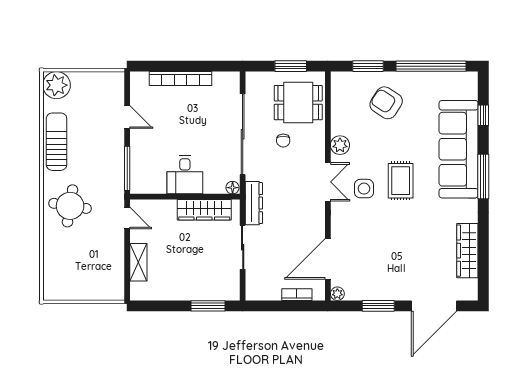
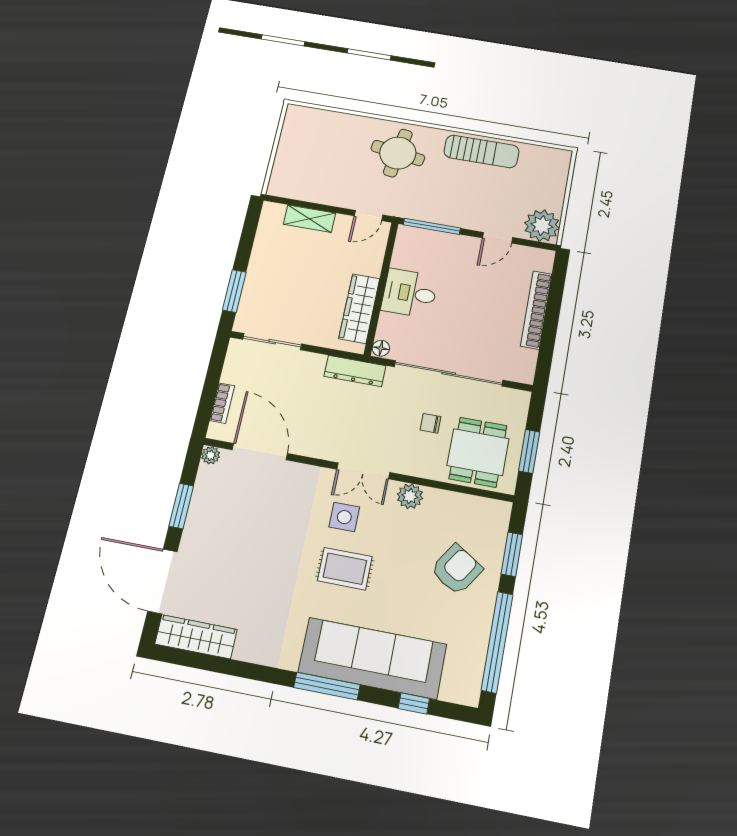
plant: (56, 85) -> (542, 226), moved
sliding door: (243, 247) -> (272, 342), moved
wardrobe: (467, 251) -> (196, 637), moved

